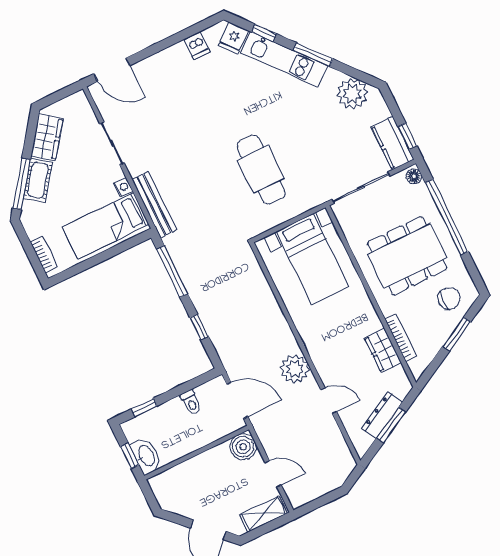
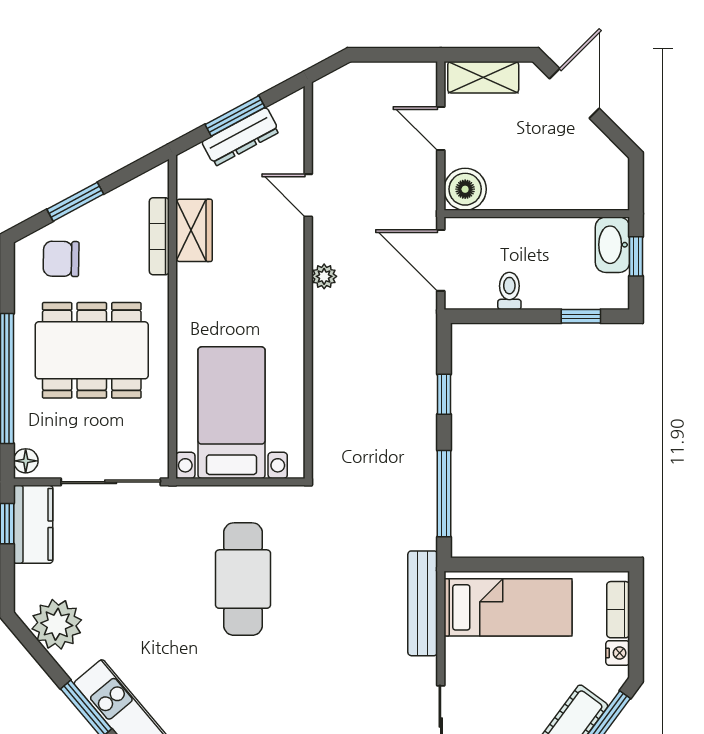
nightstand: (123, 187) -> (618, 653), moved, turned 180
plant: (295, 369) -> (324, 276), width x0.53, depth x0.53

